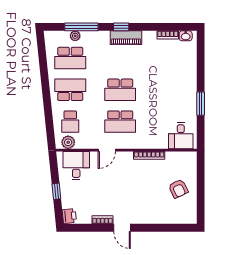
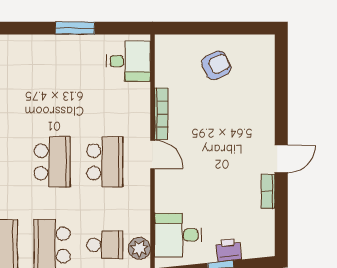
door: (107, 150) -> (152, 154), moved
printer: (69, 216) -> (229, 250), moved

